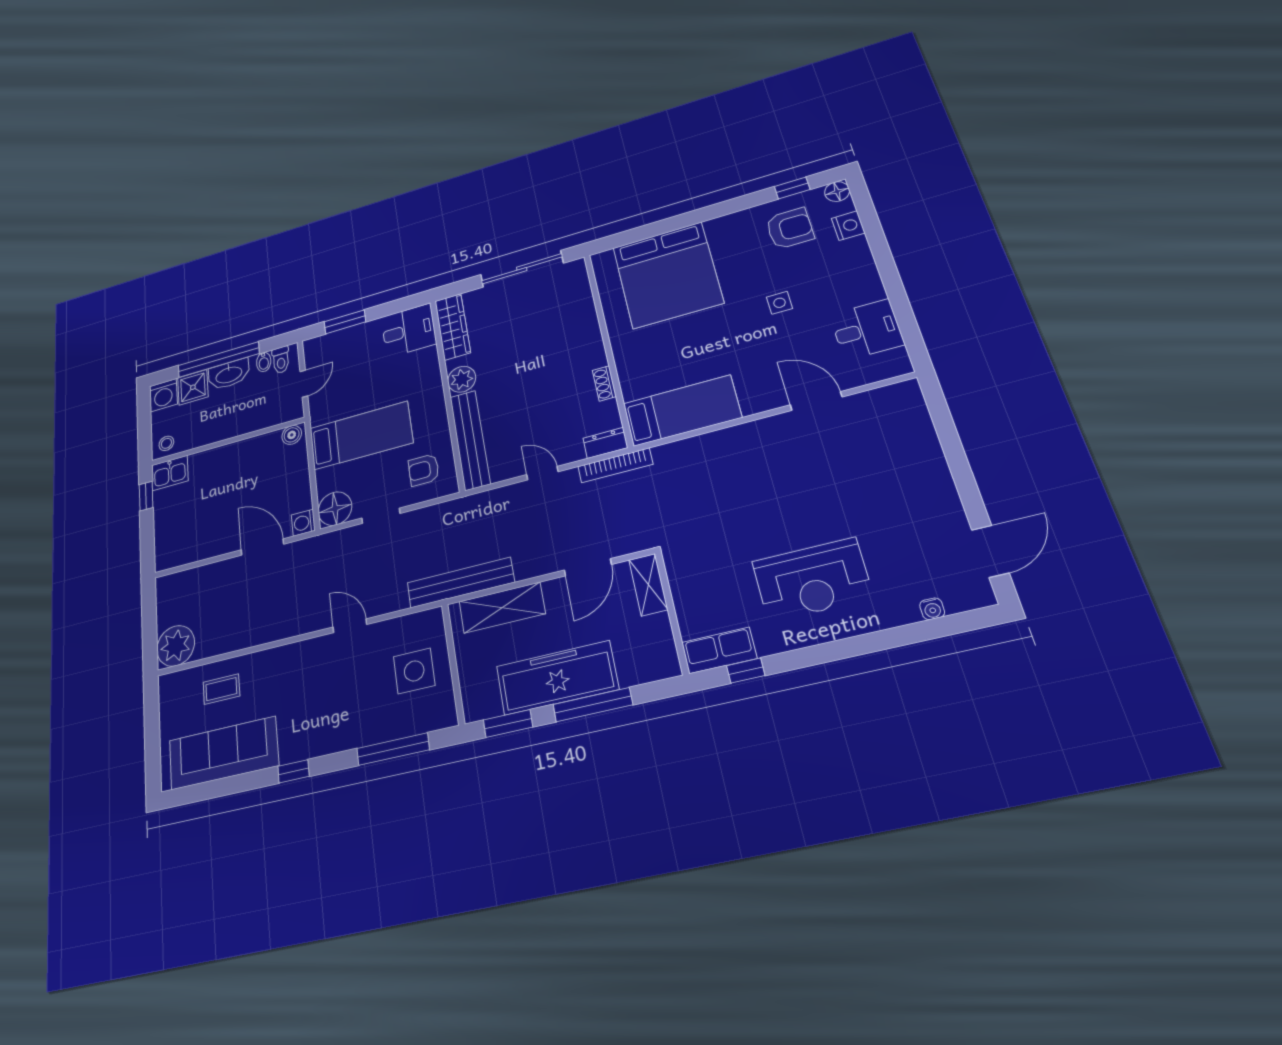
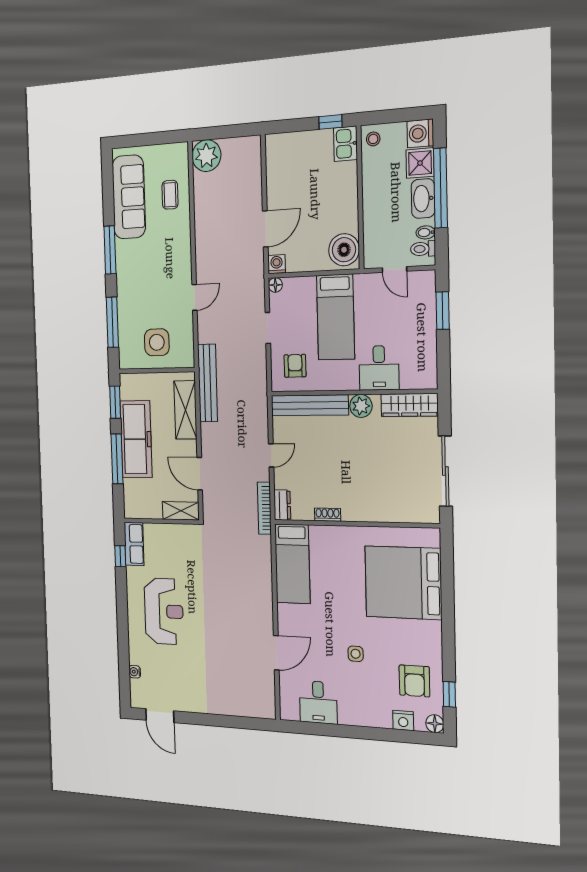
desk: (409, 330) -> (379, 368), moved
boiler: (292, 435) -> (344, 250), width x1.86, depth x1.86
floor lamp: (335, 509) -> (275, 285), width x0.53, depth x0.53
reception desk: (812, 580) -> (164, 611), turned 180
window: (293, 771) -> (110, 250), width x2.17

